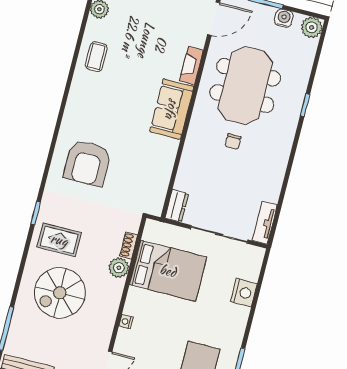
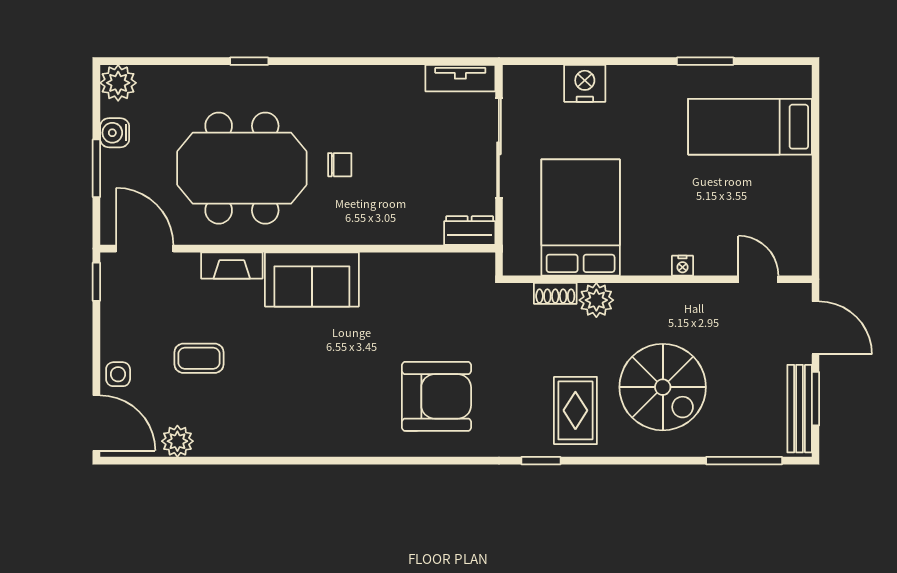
coffee table: (96, 57) -> (199, 358), moved

